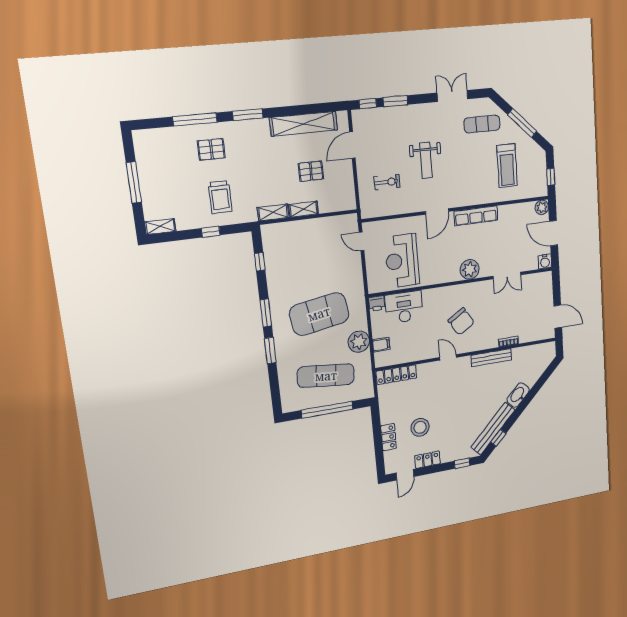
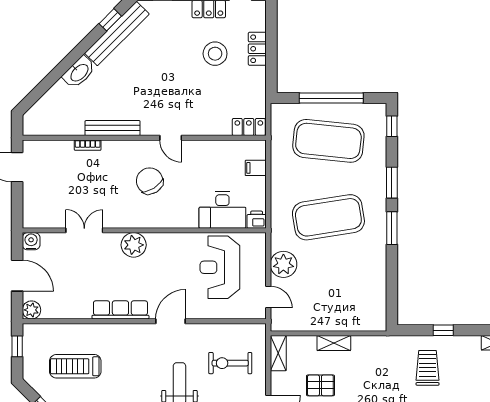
treadmill: (507, 166) -> (75, 366), turned -90
exercise bike: (387, 182) -> (230, 363), width x1.38, depth x1.39
shelving: (273, 212) -> (278, 353), moved, turned 90
reception desk: (402, 261) -> (220, 267), turned 180
window: (260, 262) -> (392, 126), moved
plant: (359, 342) -> (283, 264), moved
locker: (396, 375) -> (249, 127), width x0.66
exercise mat: (326, 376) -> (328, 141), width x1.47

